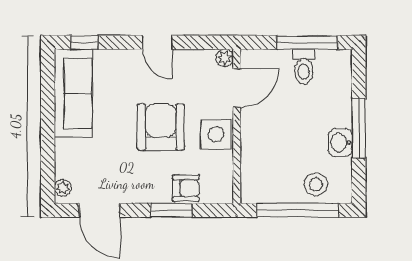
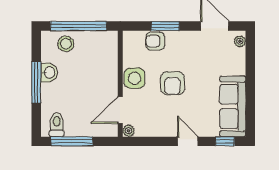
door: (157, 42) -> (188, 141), moved
toilet: (304, 67) -> (57, 125), moved
armchair: (161, 127) -> (173, 83), width x0.73, depth x0.73

